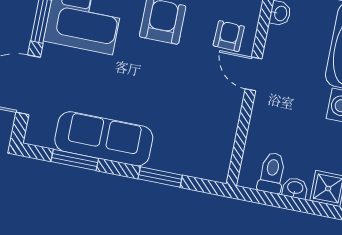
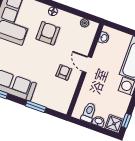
armchair: (229, 36) -> (64, 72), moved

